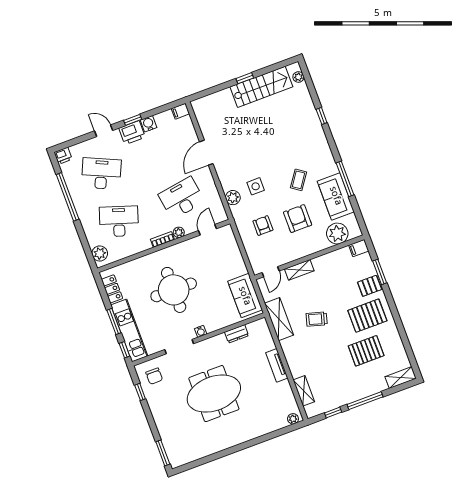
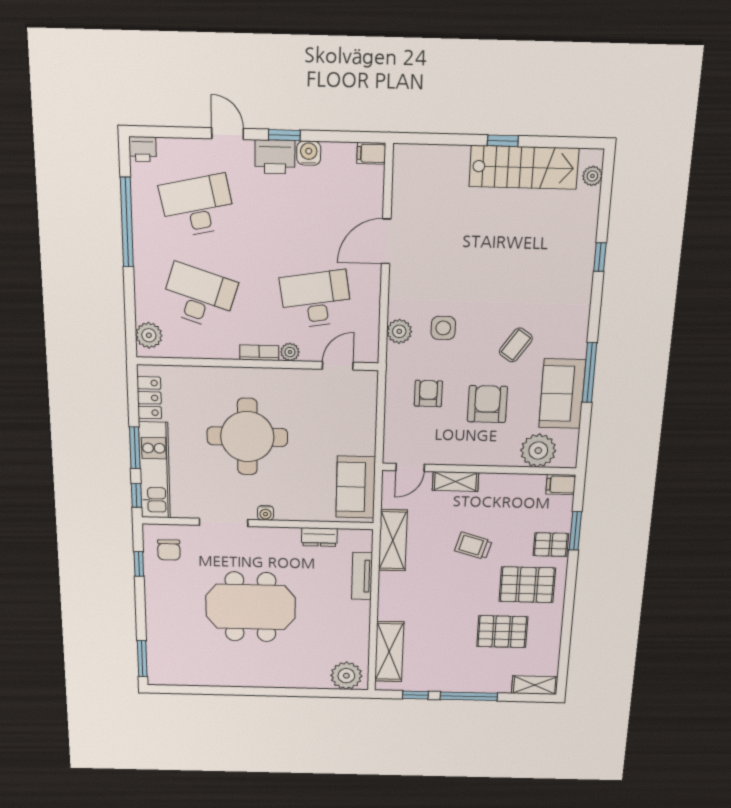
desk: (101, 174) -> (197, 206), turned -36
trolley: (317, 319) -> (473, 546), moved
tv unit: (277, 365) -> (362, 576), moved
shelving: (304, 391) -> (389, 652), width x1.50, depth x1.33
plant: (293, 419) -> (346, 676), width x1.88, depth x1.88

